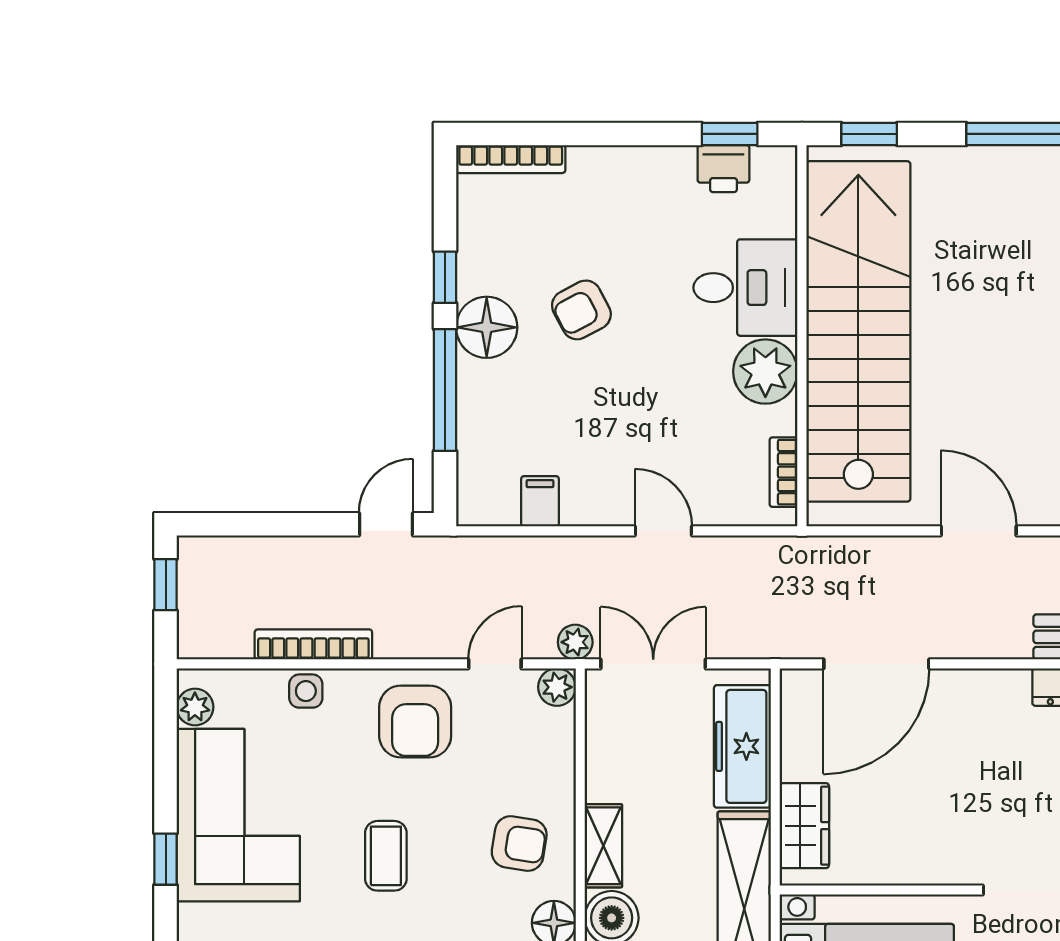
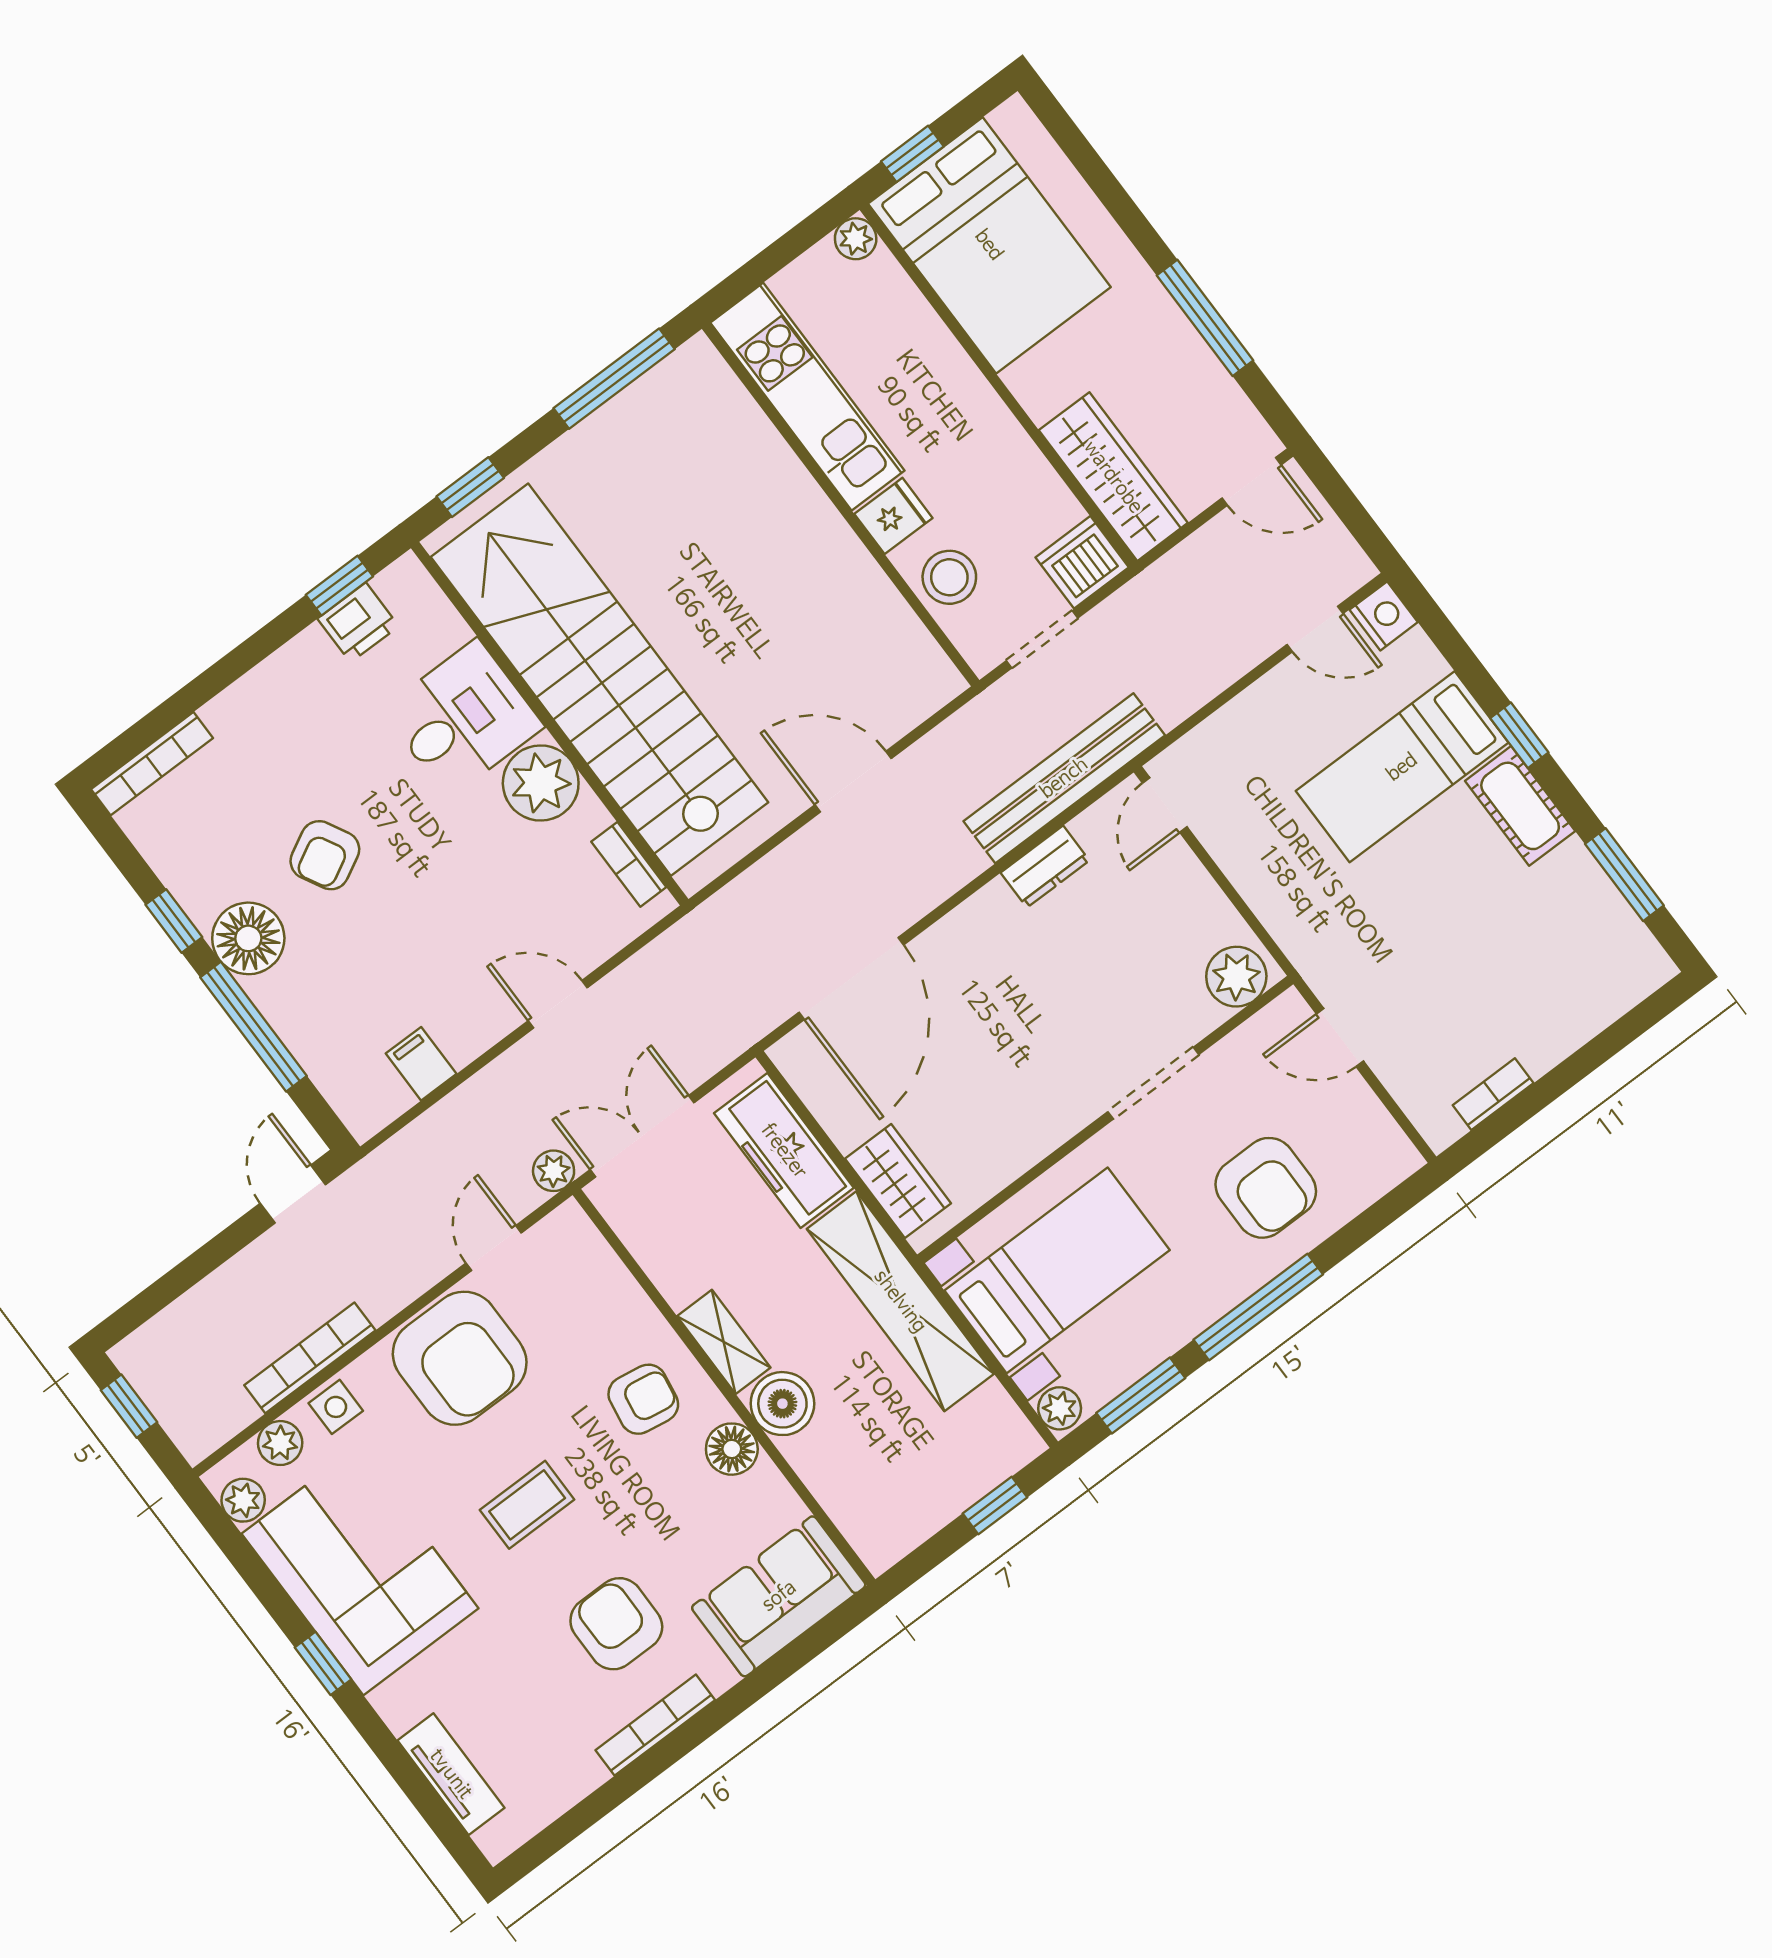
plant: (557, 687) -> (280, 1443), moved
armchair: (415, 721) -> (460, 1358), width x1.36, depth x1.36
coffee table: (386, 856) -> (527, 1505), turned 90

